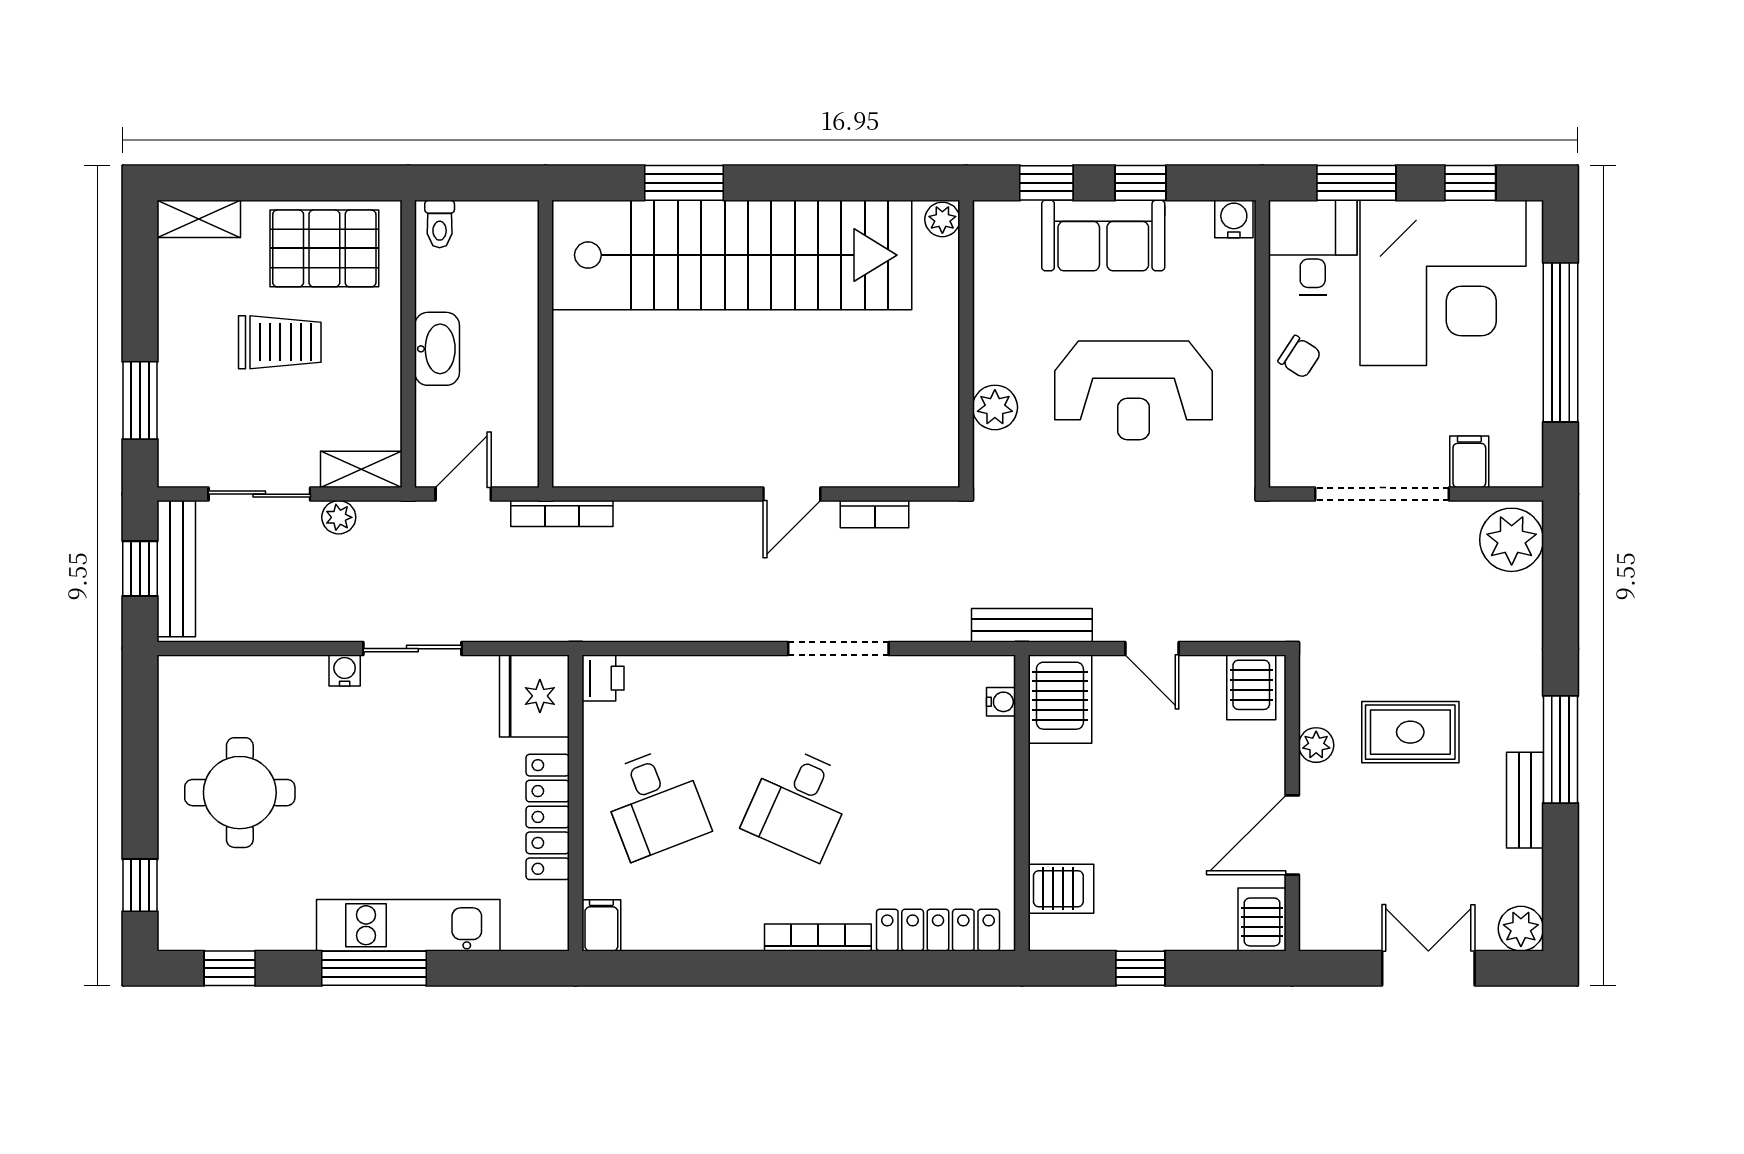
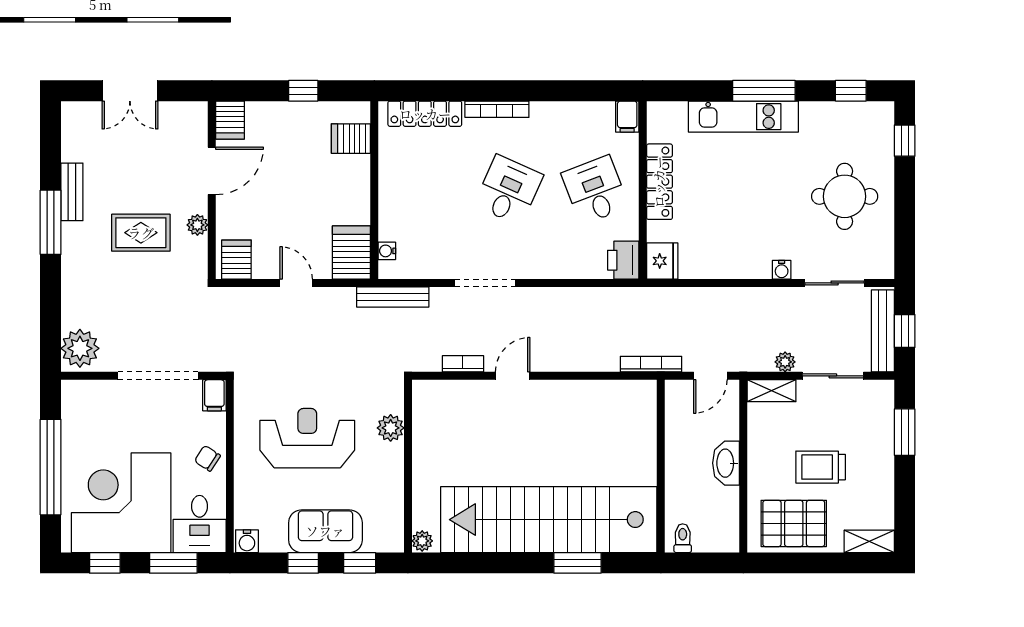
toilet: (440, 224) -> (683, 538), moved
filing cabinet: (1469, 462) -> (214, 395), moved
bench: (1032, 625) -> (393, 297), moved
sliding door: (412, 649) -> (835, 283), moved
printer: (603, 678) -> (623, 260), width x1.36, depth x1.24
fridge: (534, 696) -> (662, 261), width x0.73, depth x0.75
plant: (1521, 929) -> (74, 115), removed

